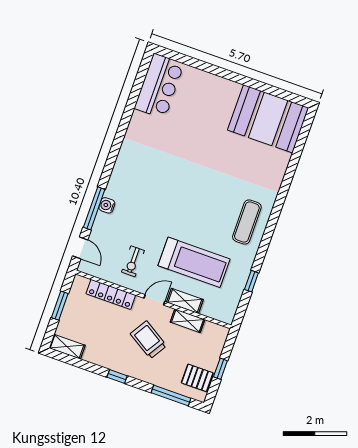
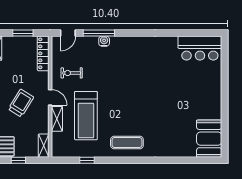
booth: (268, 119) -> (209, 139), width x0.73, depth x0.70
locker: (111, 294) -> (43, 53), moved
shelving: (187, 321) -> (44, 146), moved

